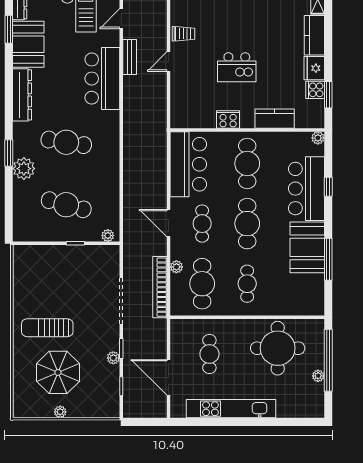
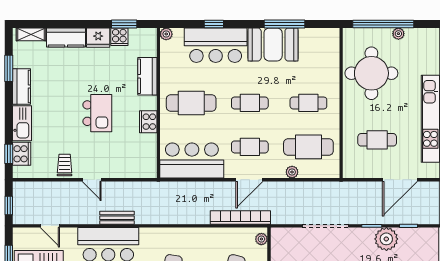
bench: (130, 57) -> (117, 218), moved
cafe table: (247, 224) -> (250, 103), width x0.73, depth x0.74
bookcase: (160, 287) -> (240, 217), moved, turned 180
plant: (113, 358) -> (386, 239), width x1.87, depth x1.87

